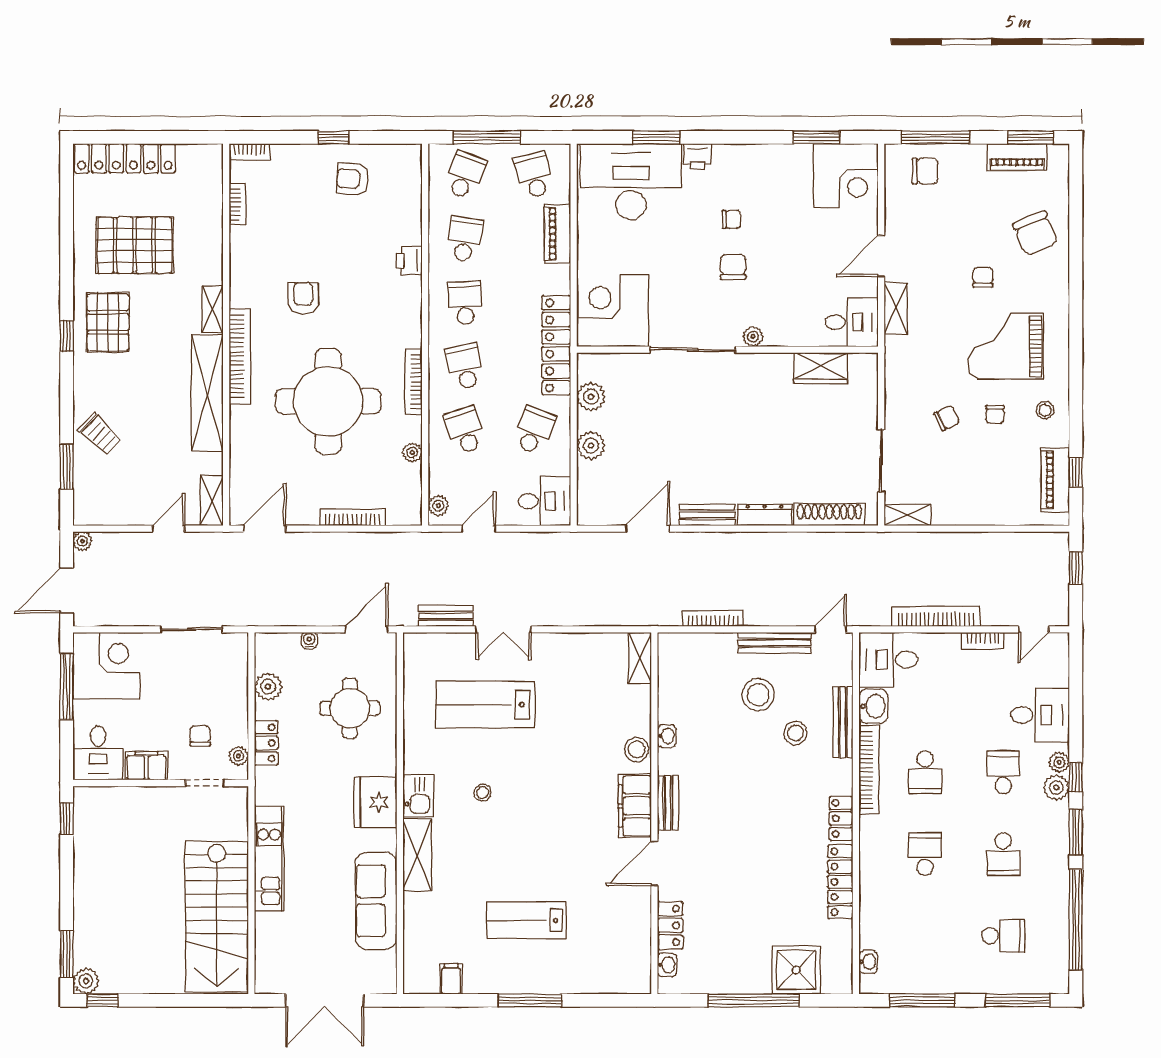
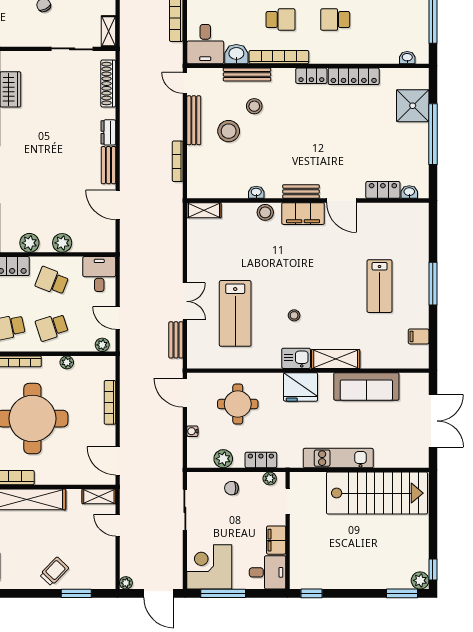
dresser: (765, 515) -> (108, 132), width x0.70
chair: (200, 736) -> (232, 488), moved

